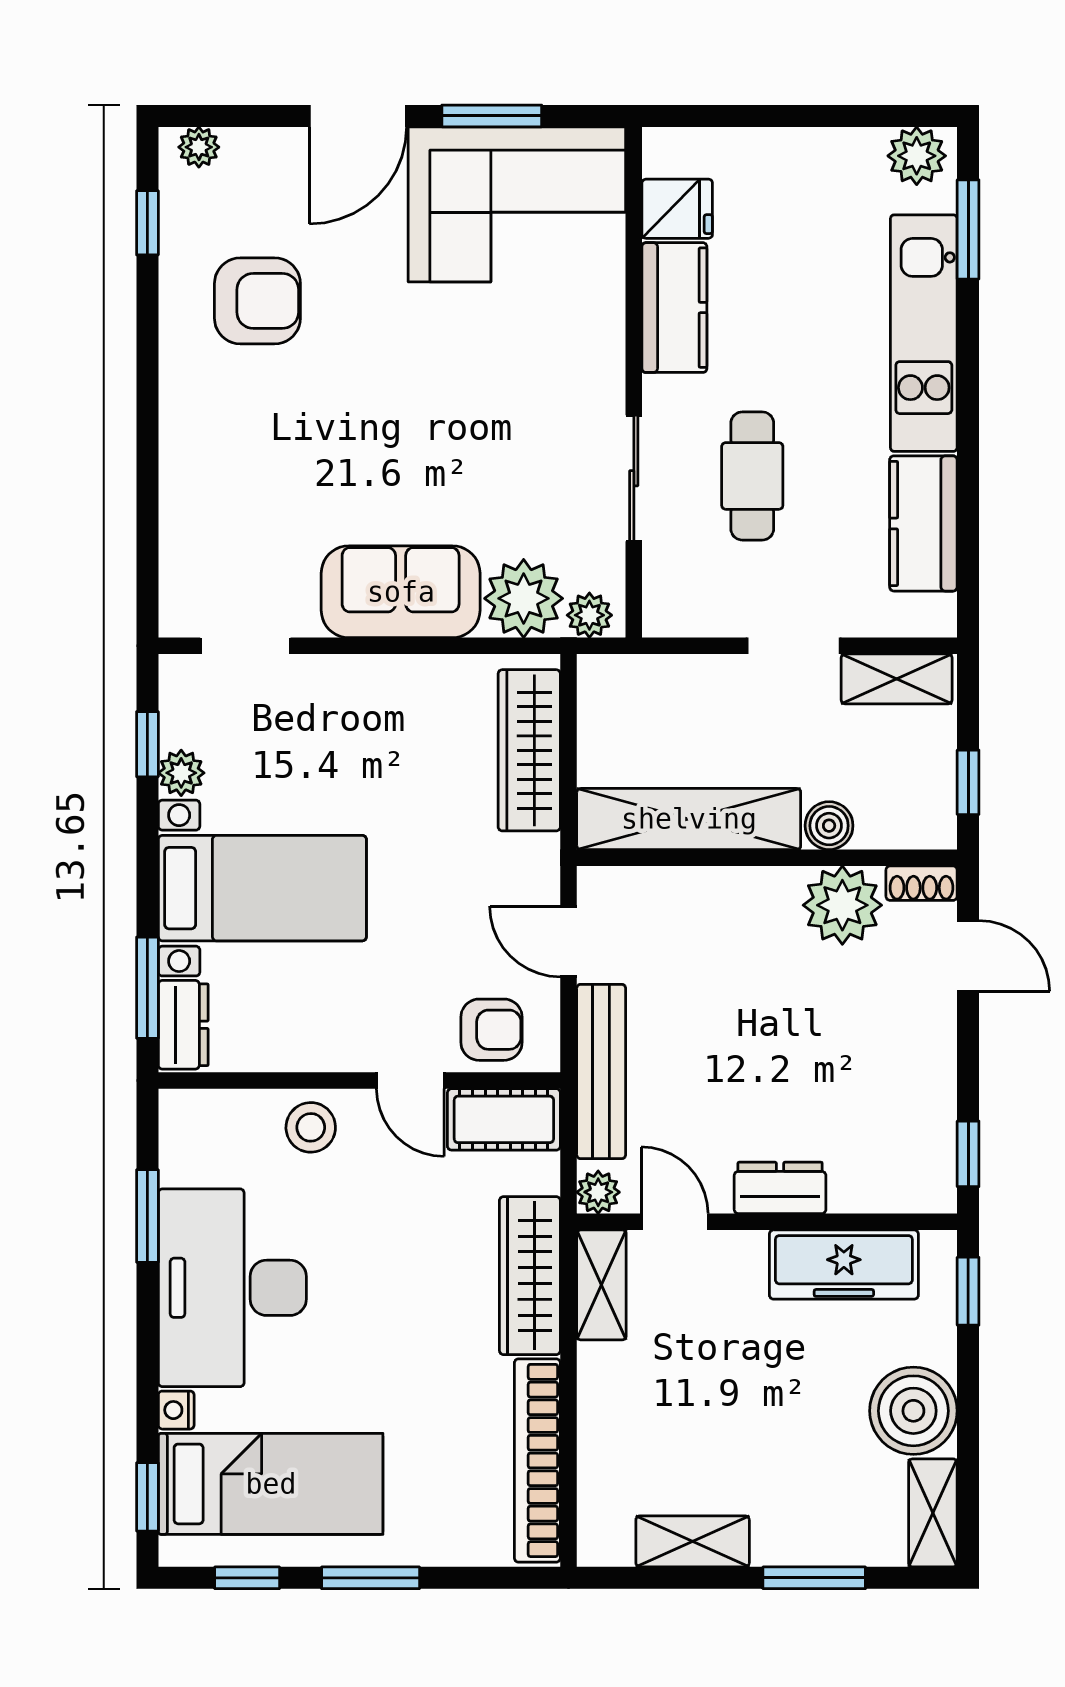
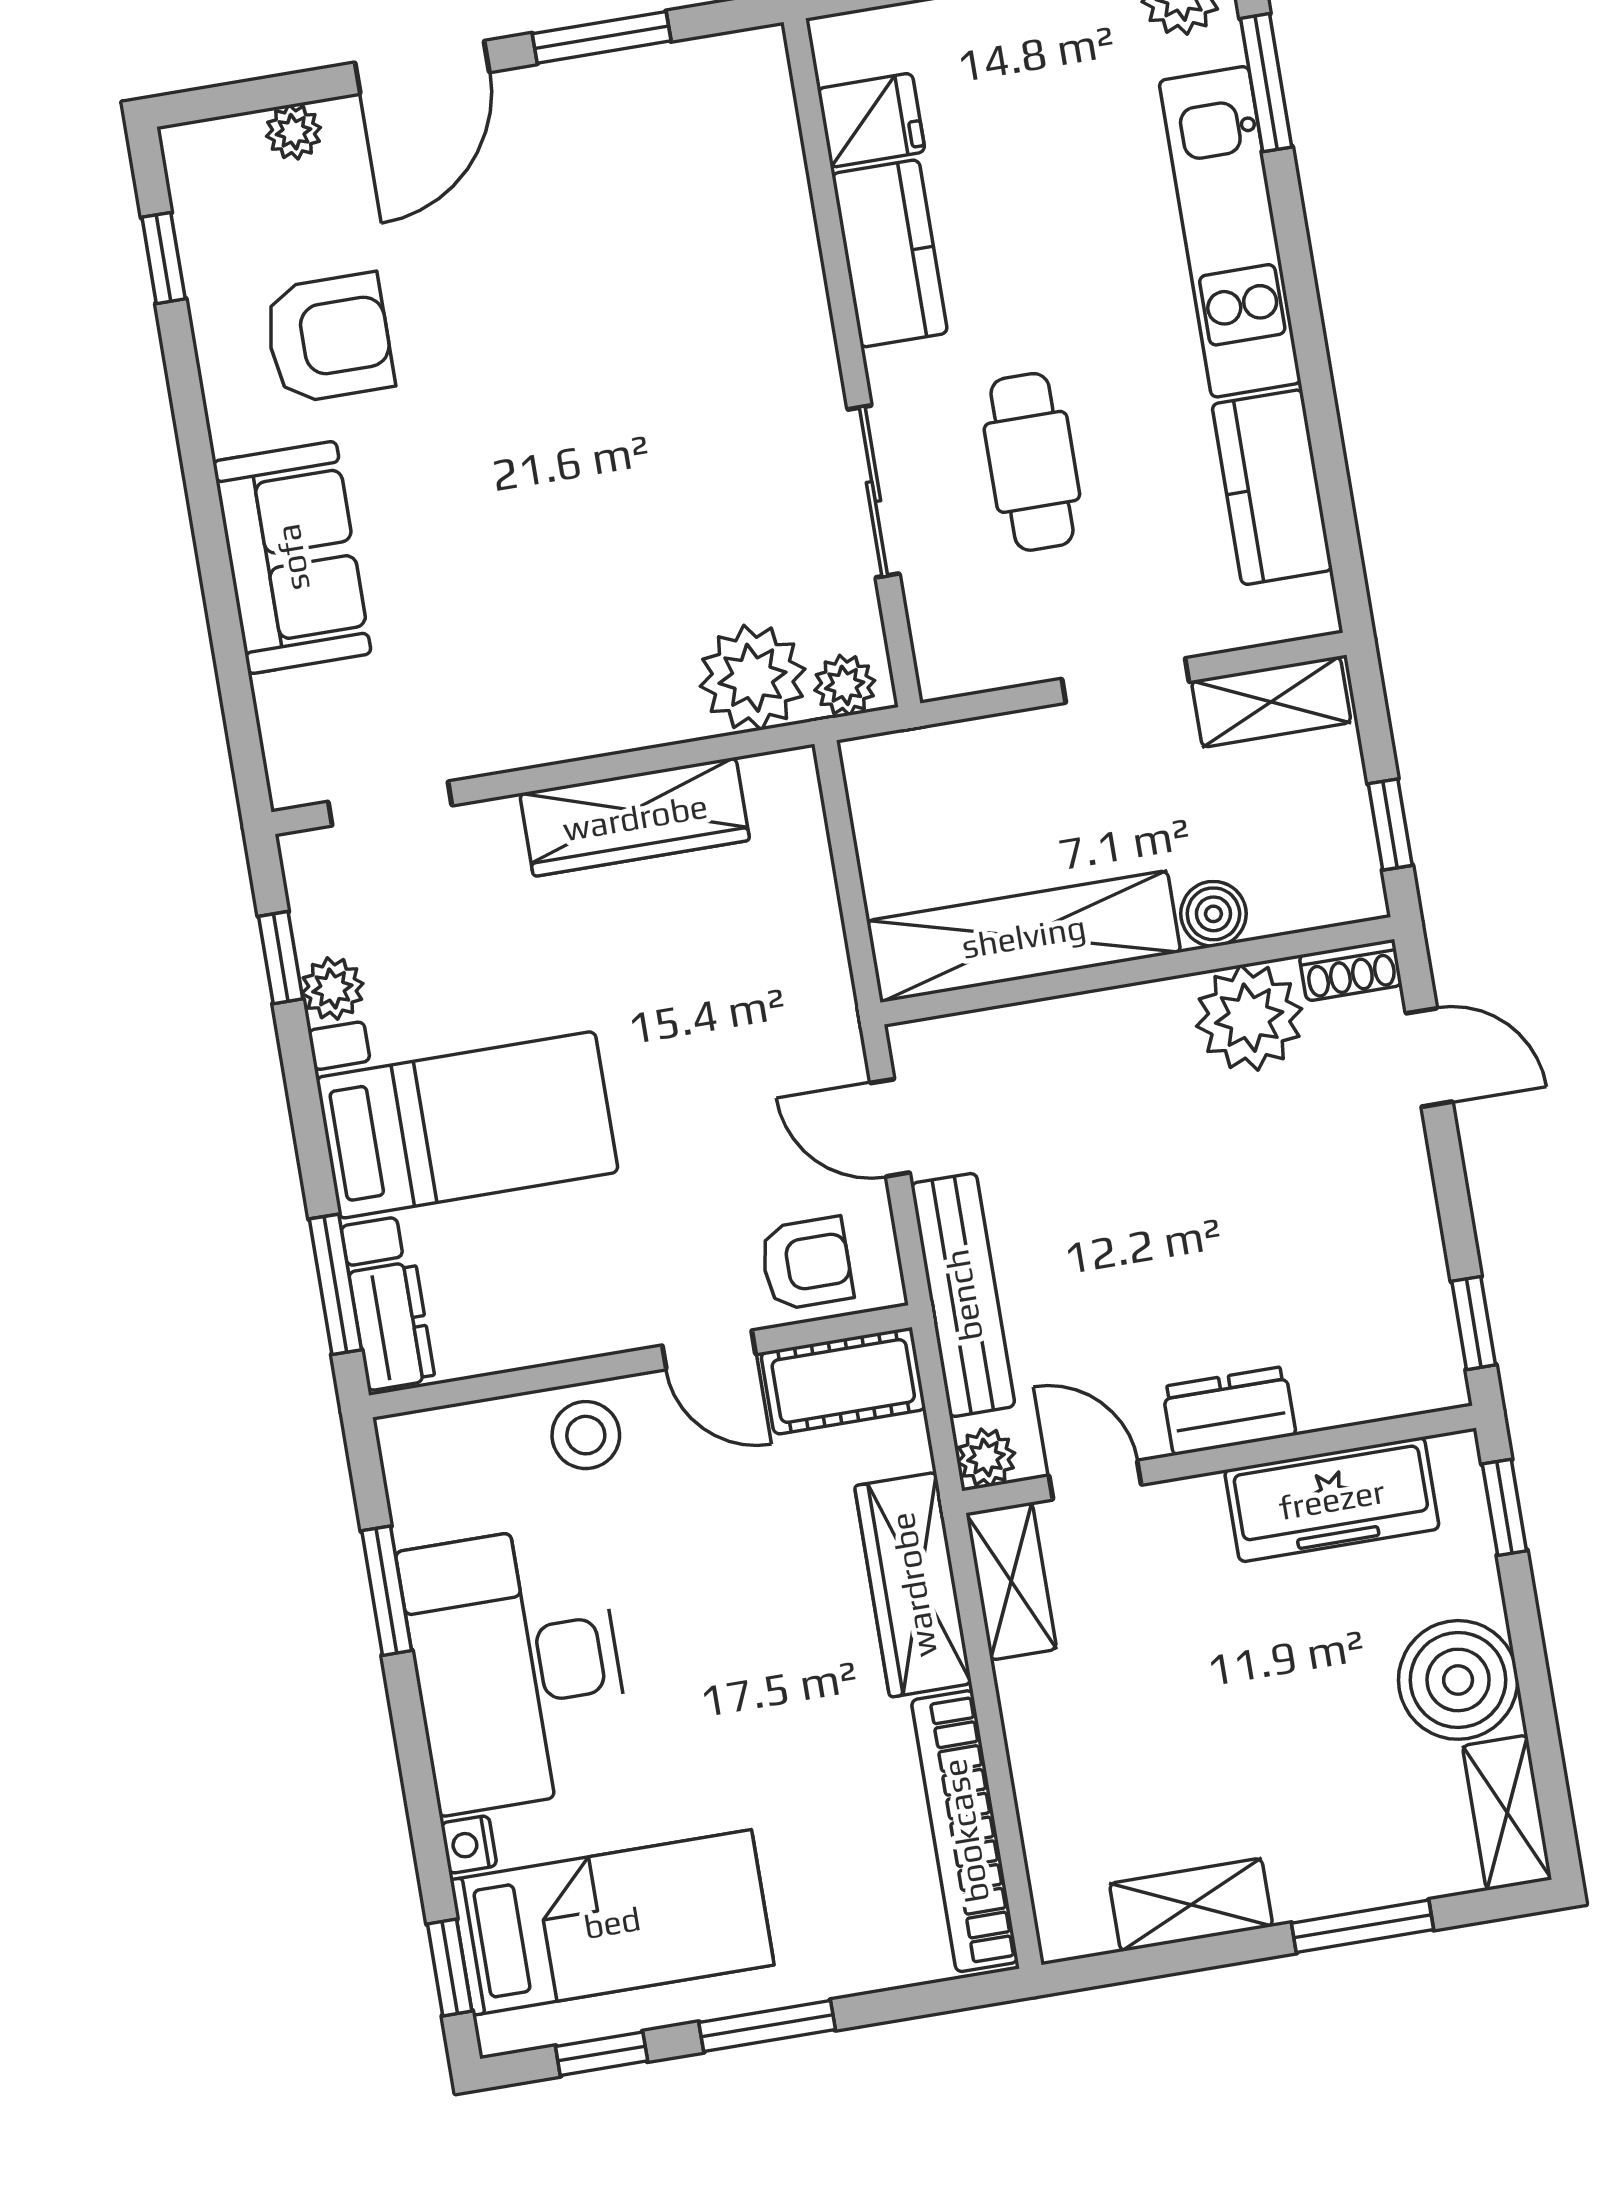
plant: (199, 147) -> (294, 132), moved
corner sofa: (517, 204) -> (655, 150), removed
sofa: (401, 592) -> (292, 557), moved, turned 90
wardrobe: (529, 750) -> (635, 817), moved, turned -90

